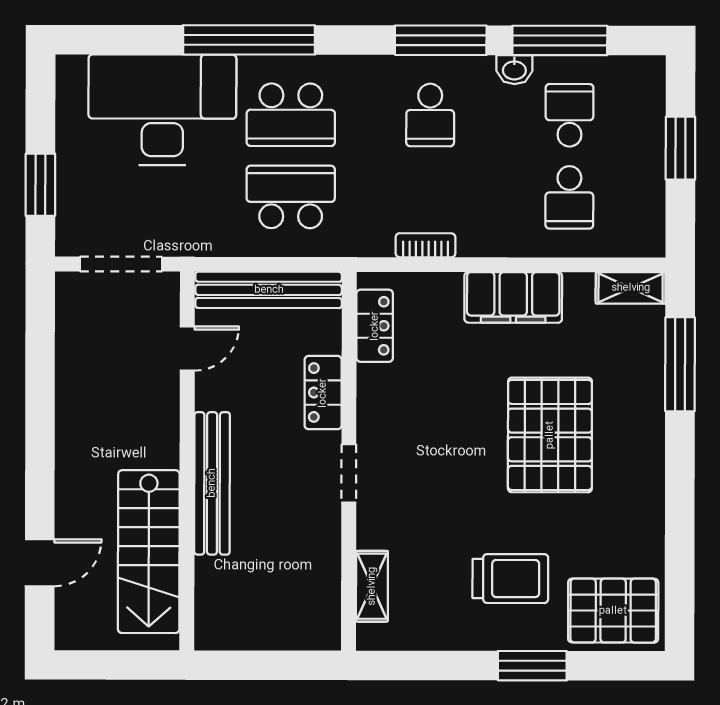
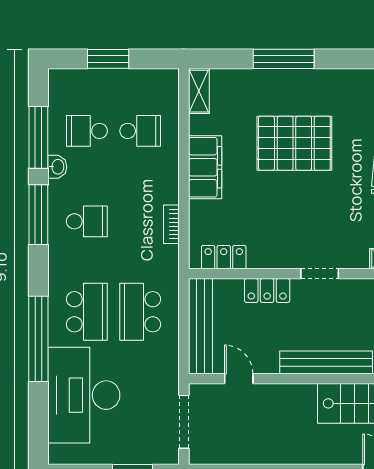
window: (680, 364) -> (284, 59), moved

